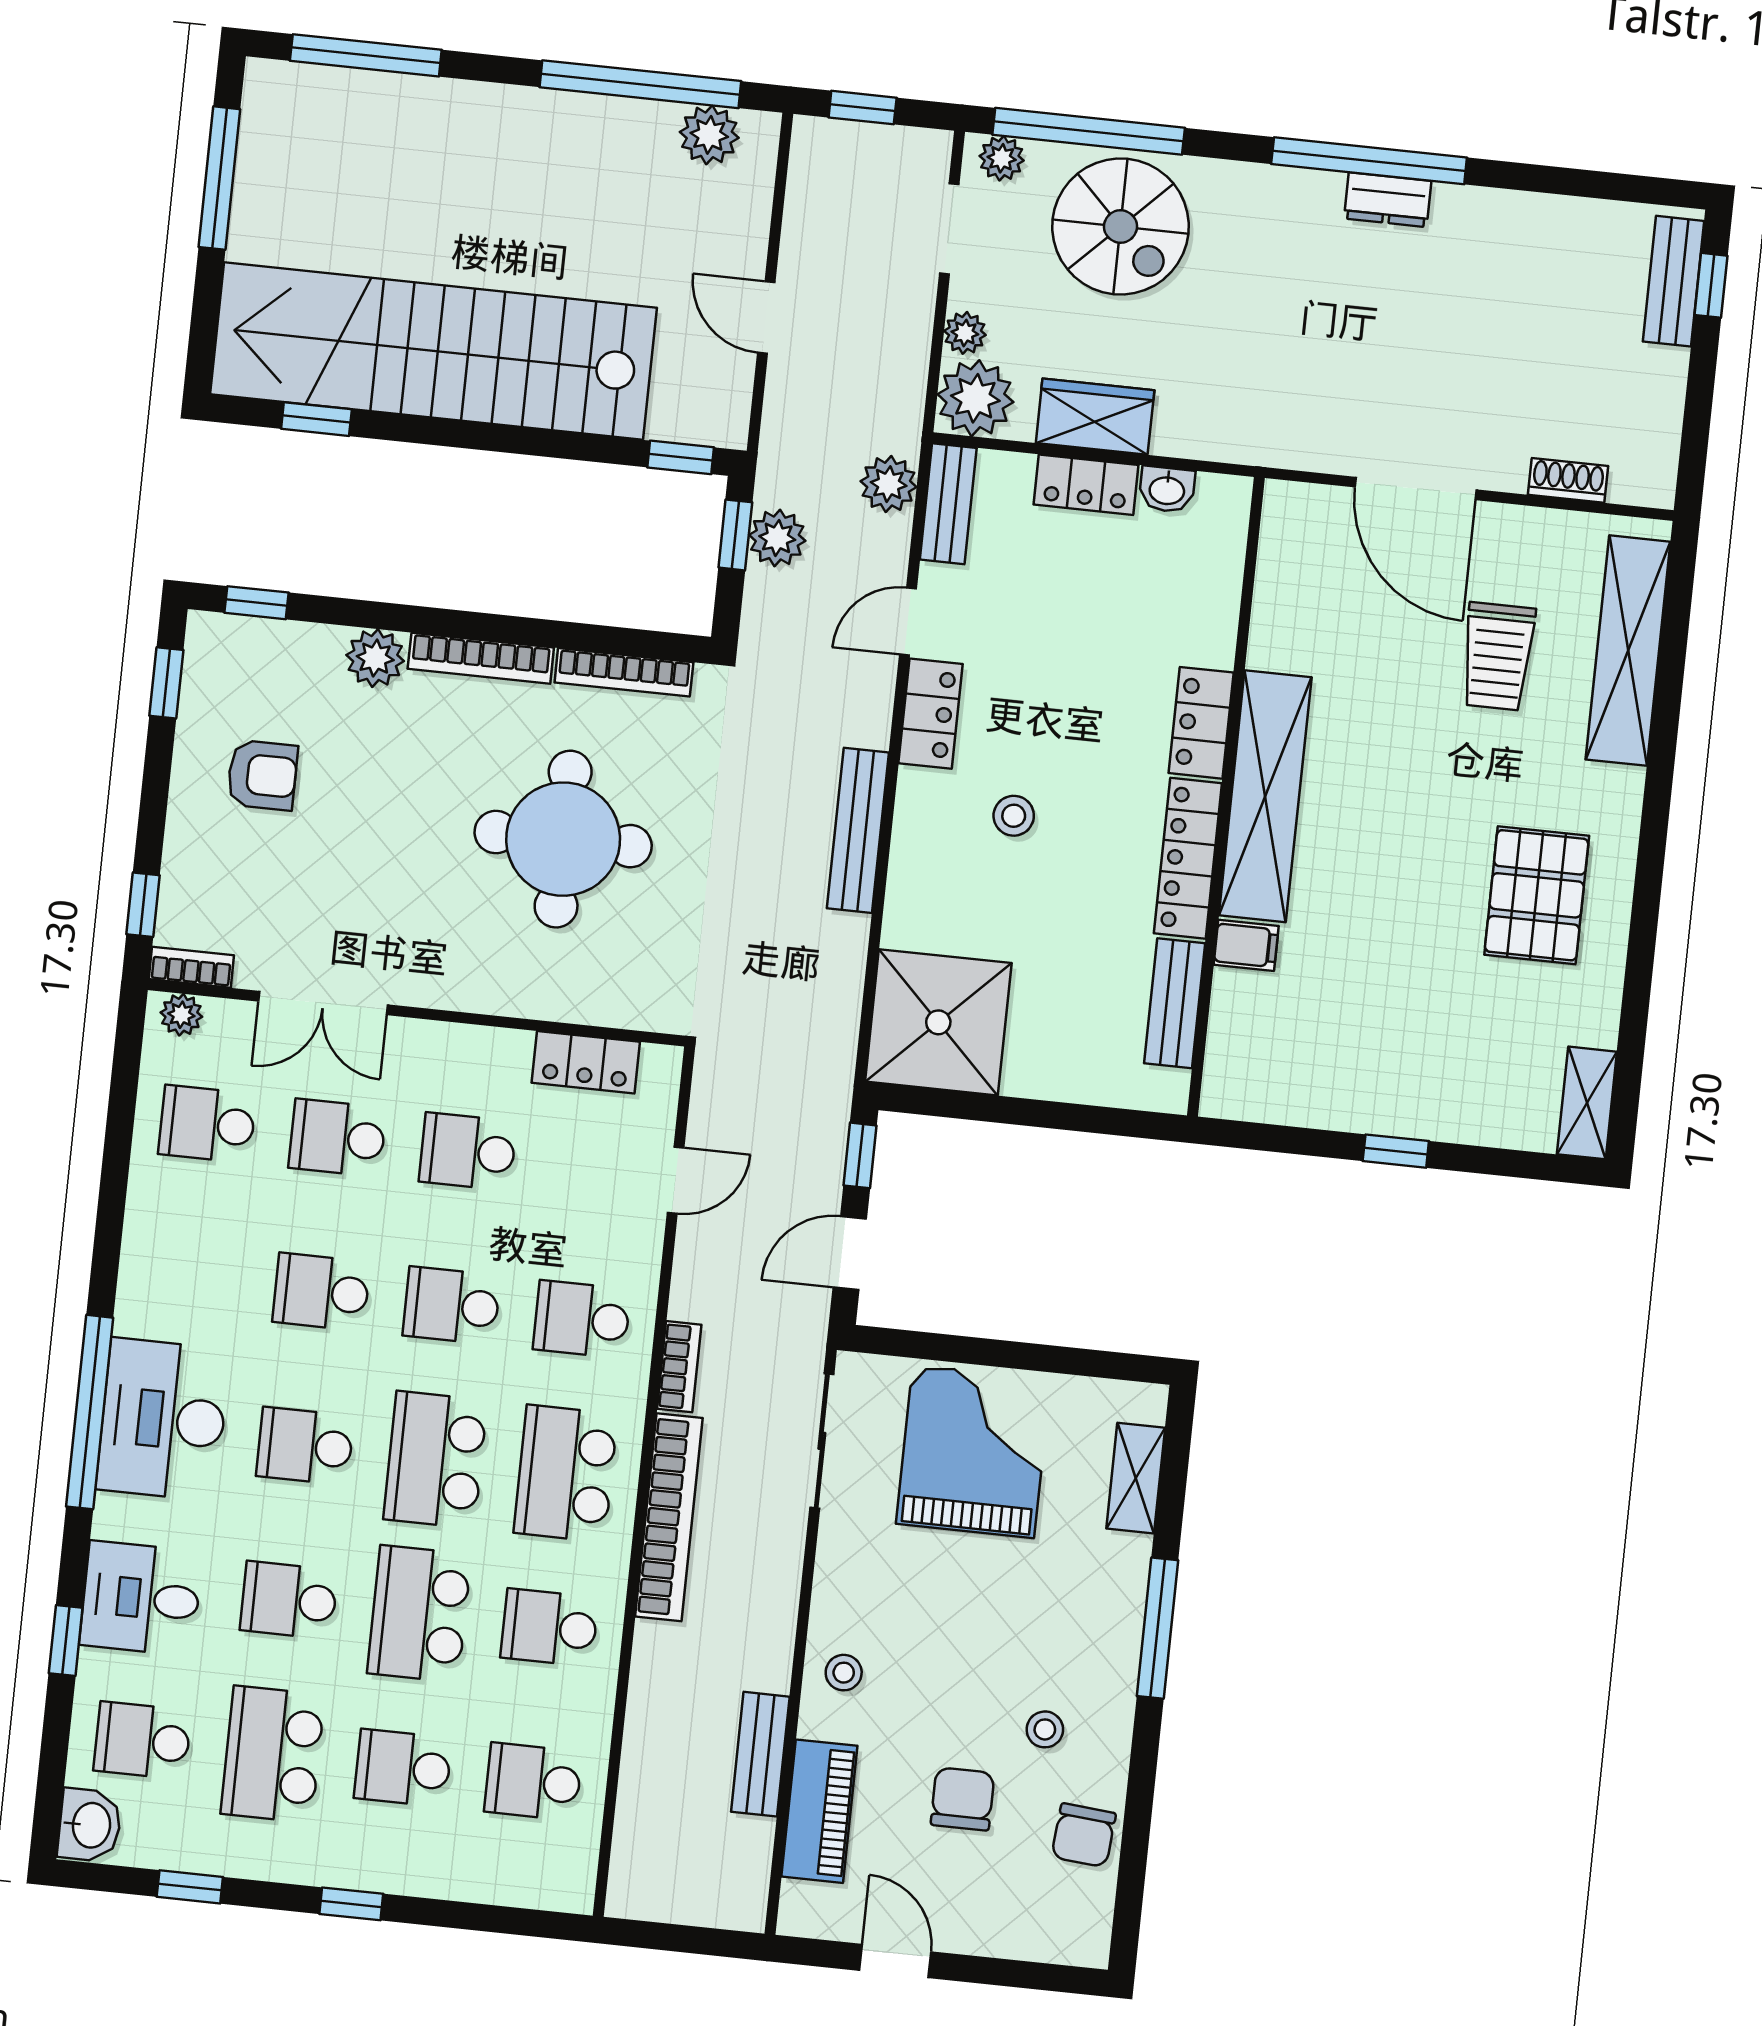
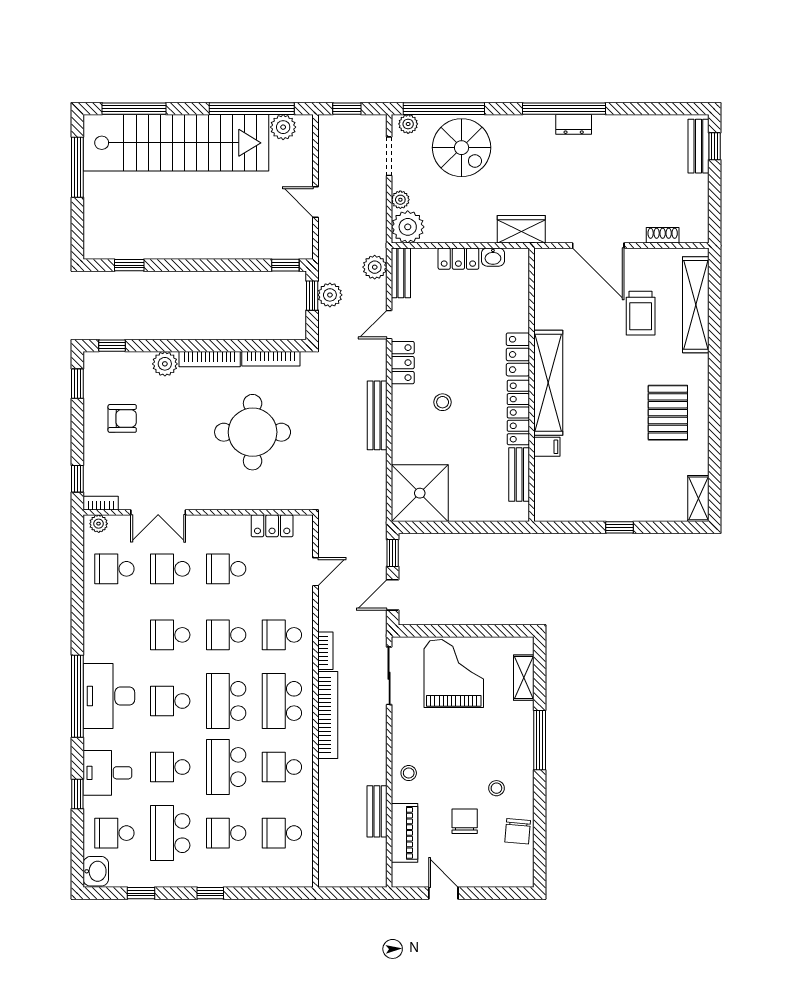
stairs: (434, 351) -> (176, 143), moved, turned 180
wardrobe: (1095, 417) -> (521, 229), moved

